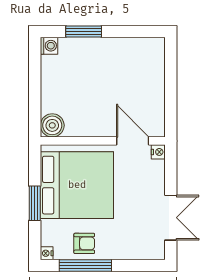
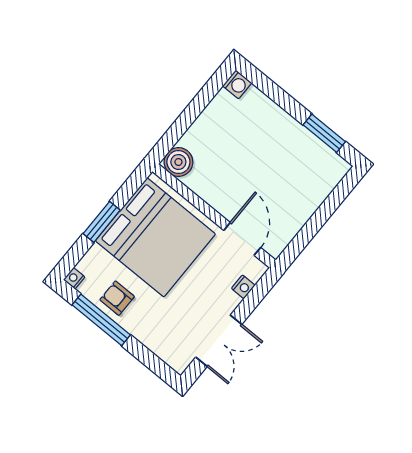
window: (84, 31) -> (324, 133), moved
nightstand: (158, 152) -> (243, 287), moved
armchair: (84, 243) -> (117, 298), turned 180

